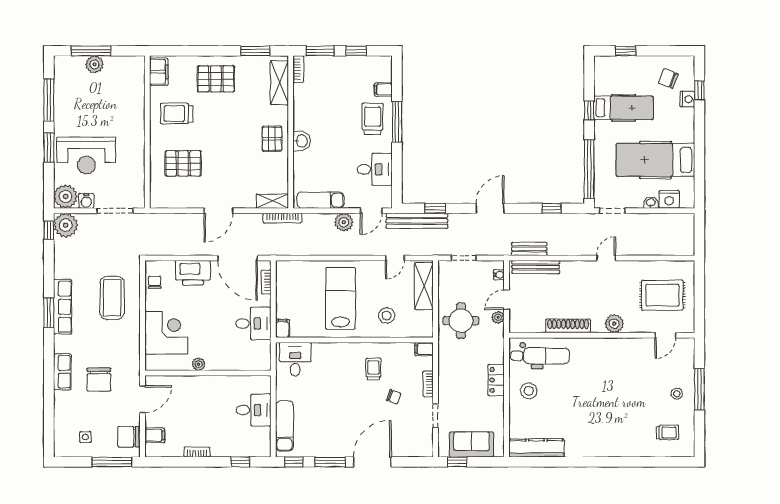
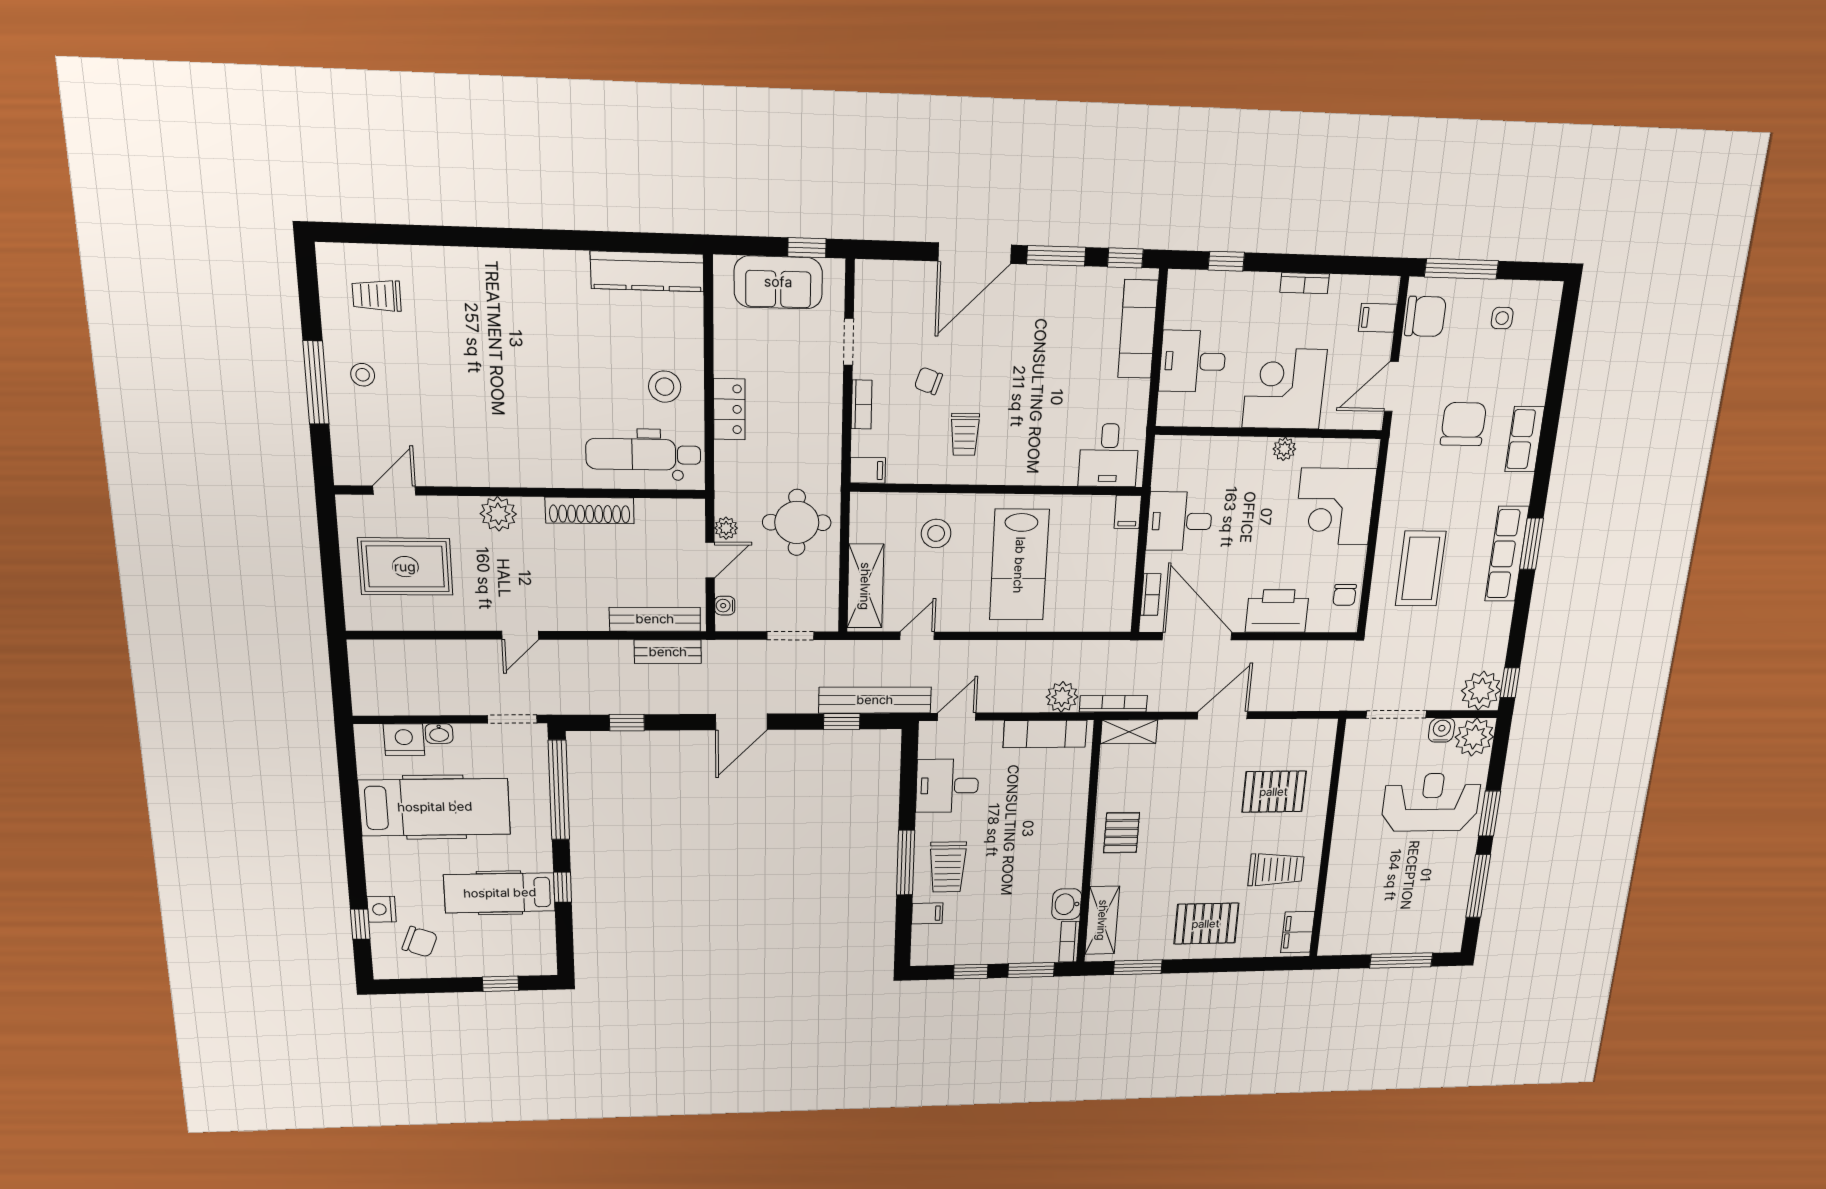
plant: (95, 64) -> (1398, 941), removed
washbasin: (301, 141) -> (1067, 904), moved
plant: (344, 222) -> (1062, 697), moved
corner desk: (202, 397) -> (1284, 389), added

